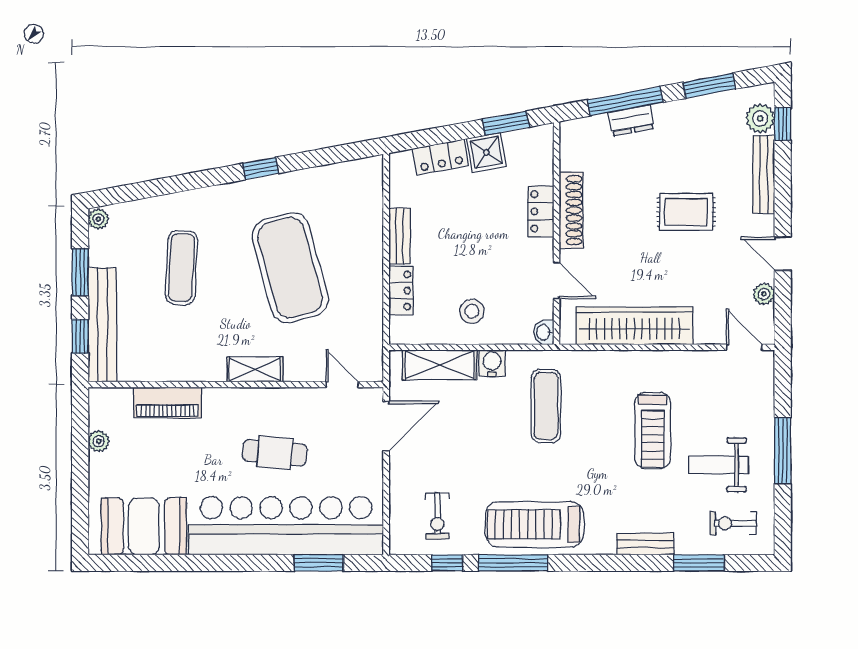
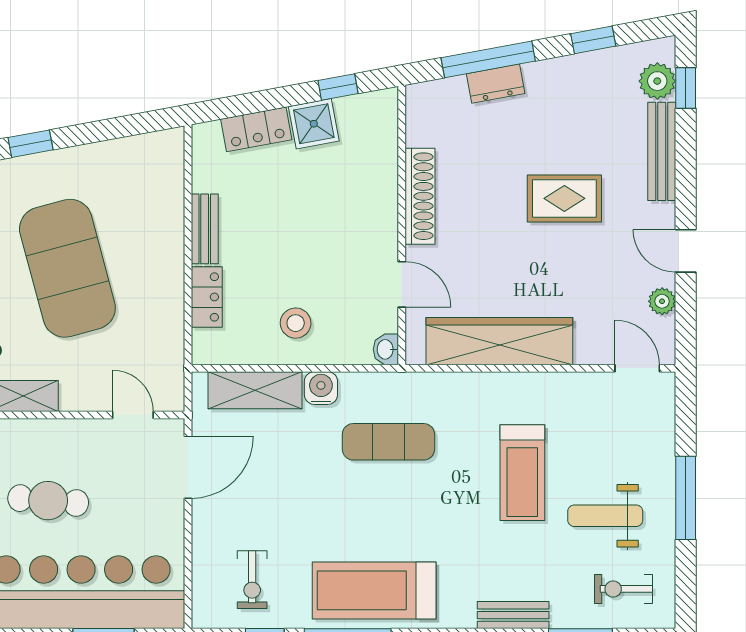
window: (709, 86) -> (593, 40), width x0.67
window: (506, 123) -> (338, 87), width x0.67
locker: (541, 211) -> (382, 198), removed
exercise mat: (546, 406) -> (388, 442), turned 90

